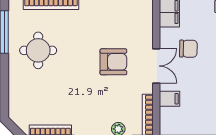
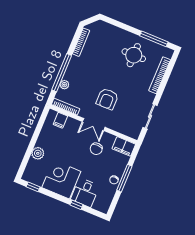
filing cabinet: (170, 99) -> (60, 120), moved

